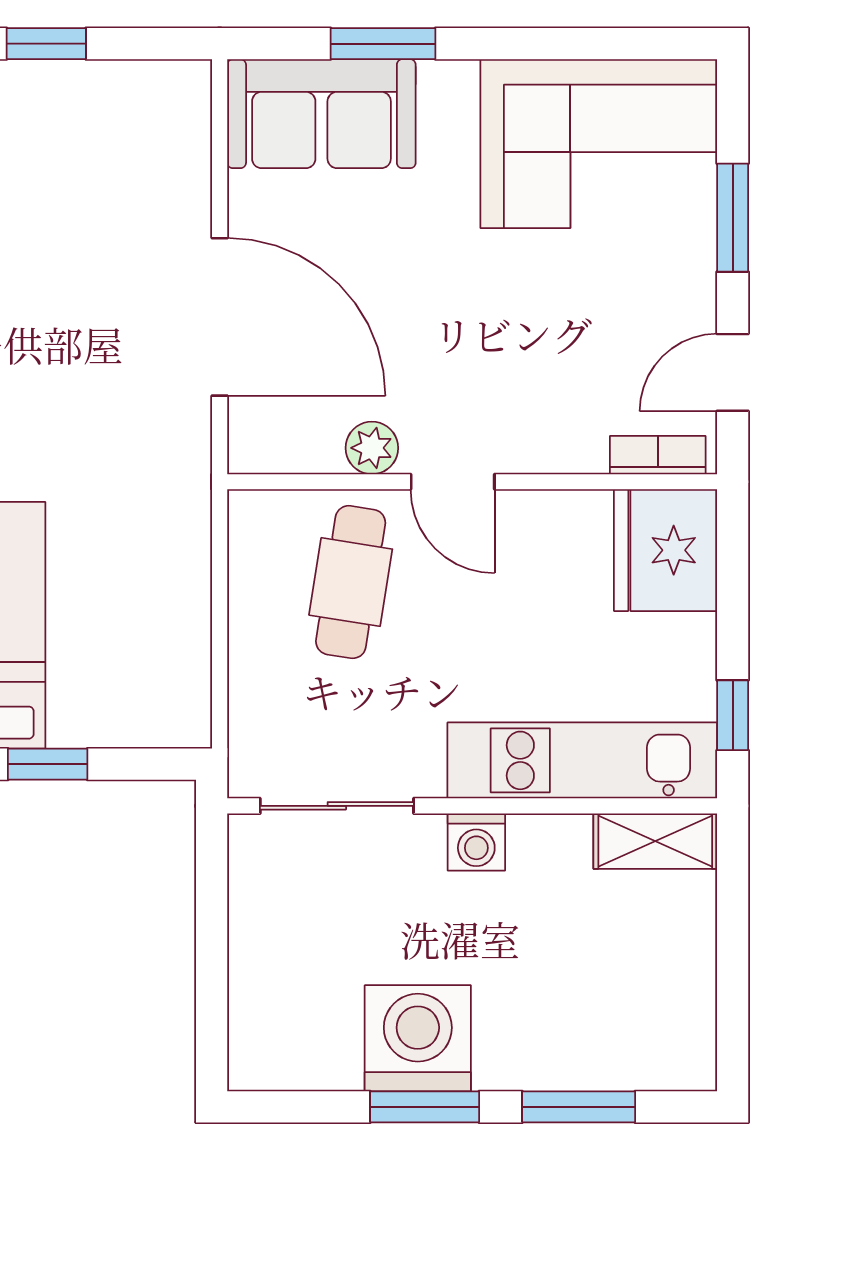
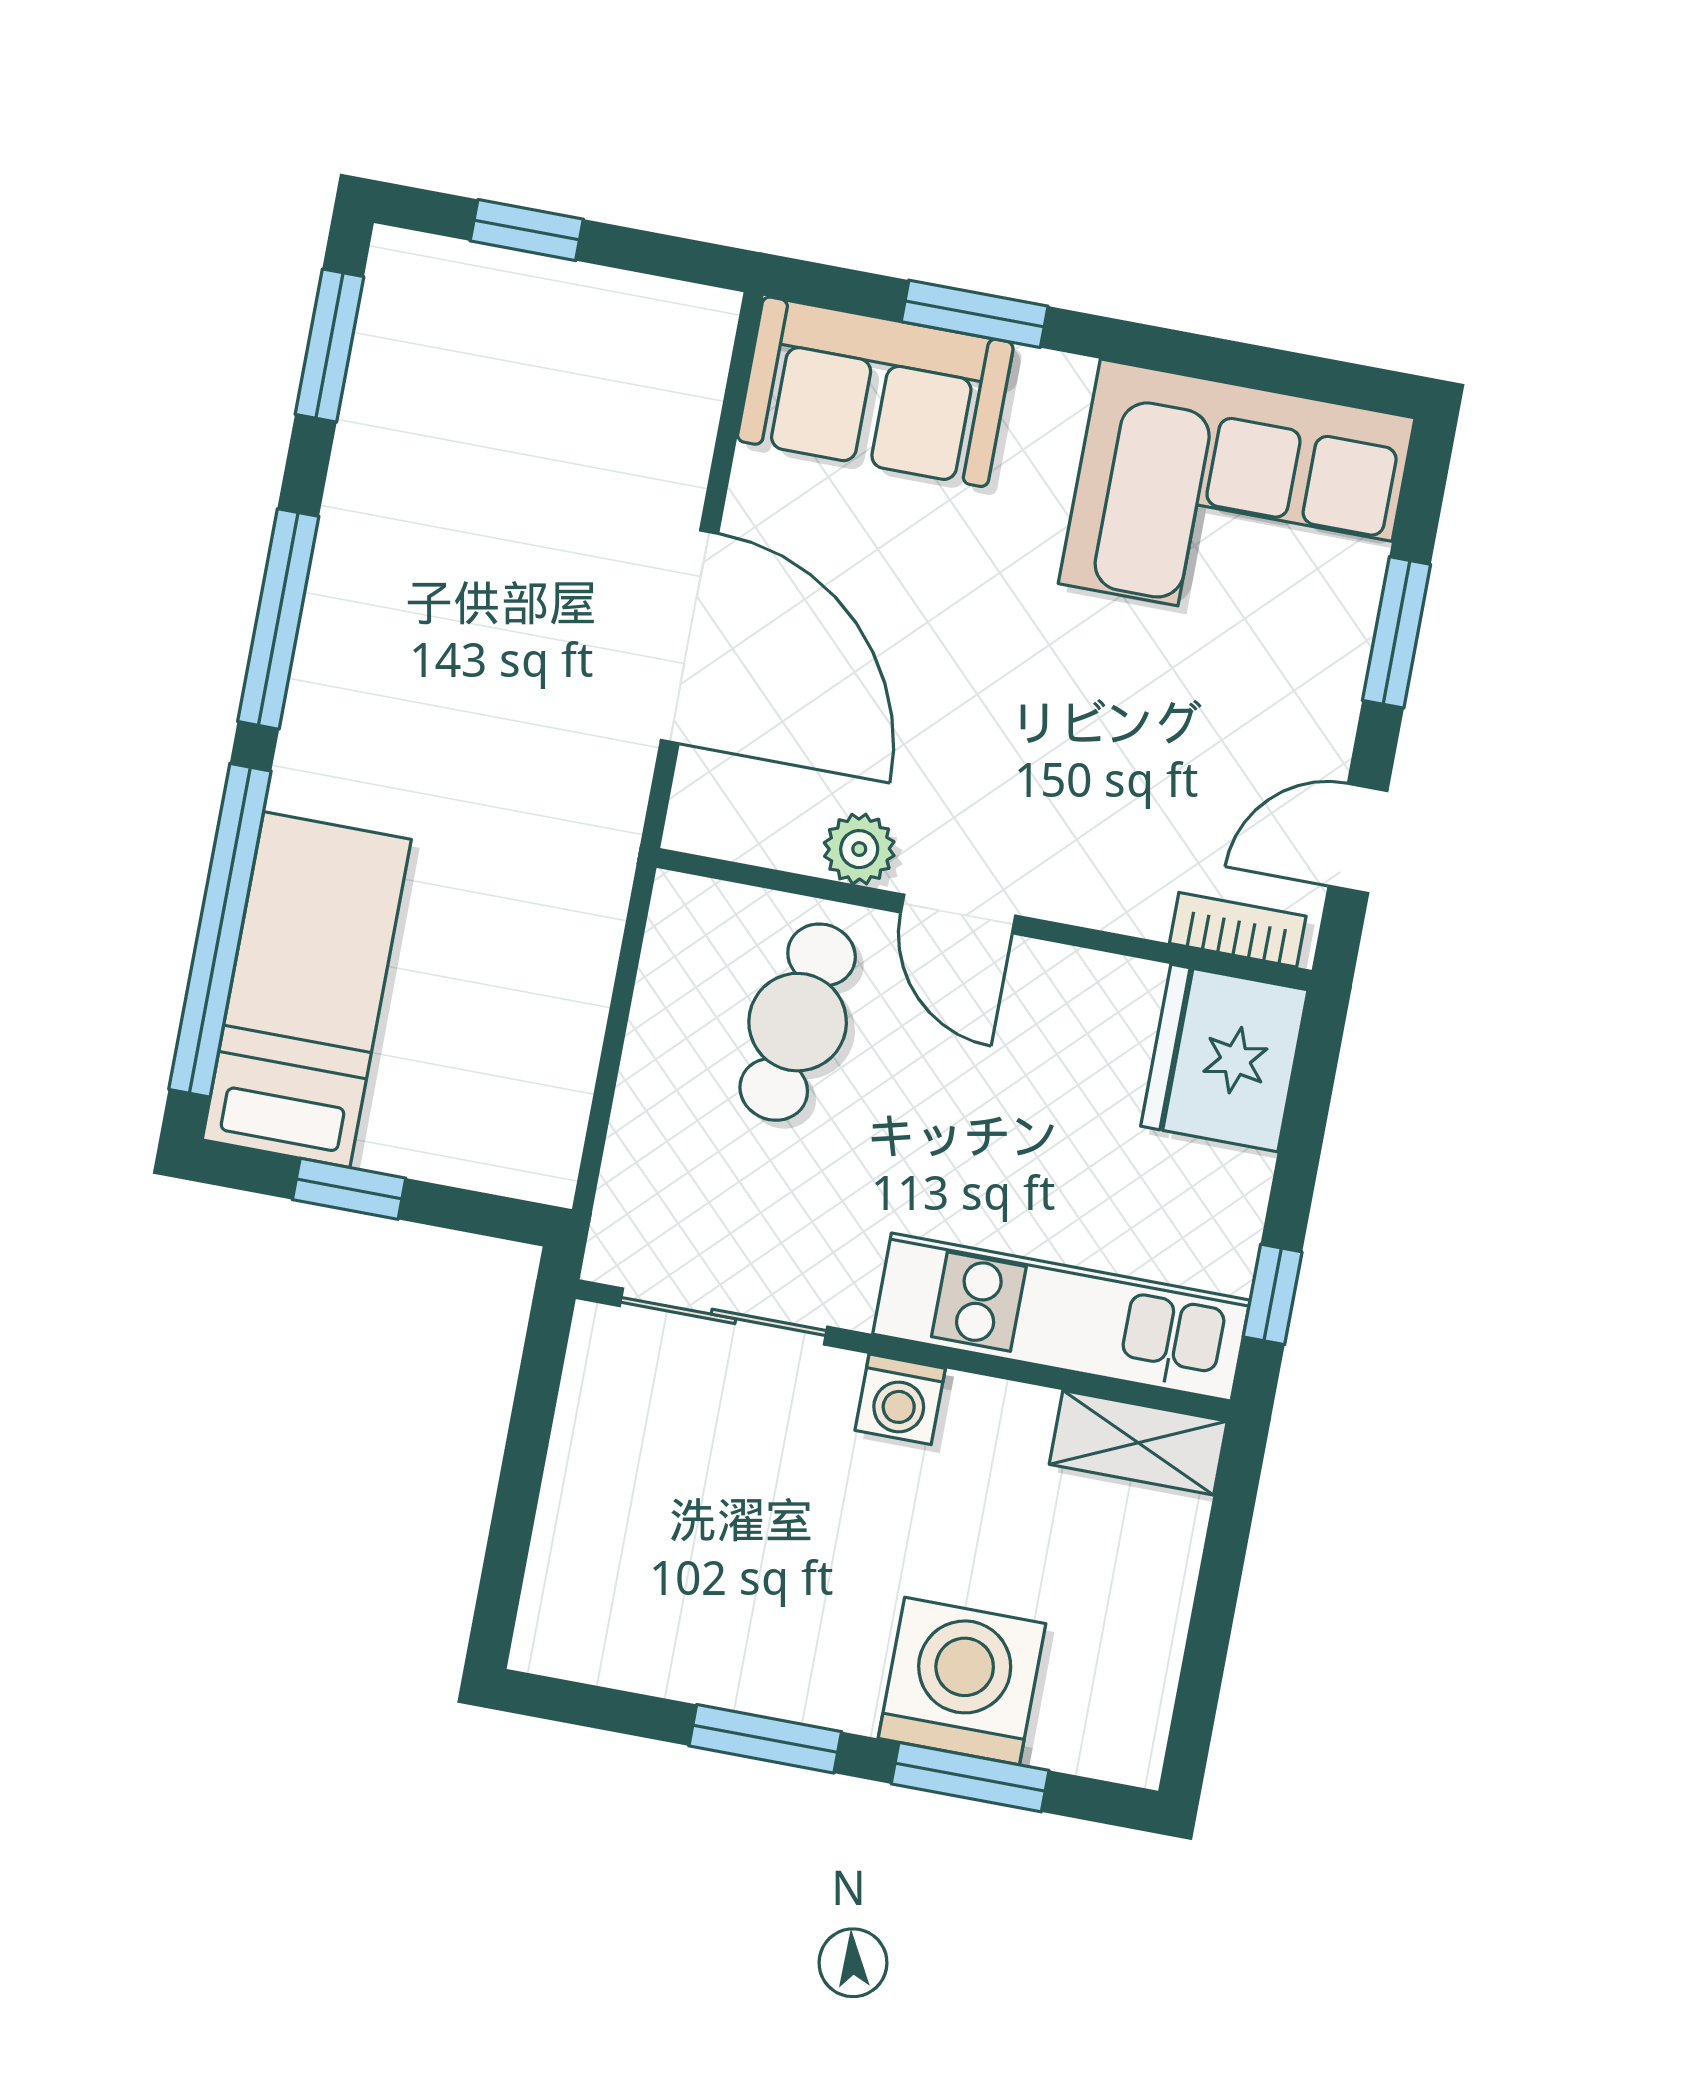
washing machine: (418, 1038) -> (962, 1681), moved

